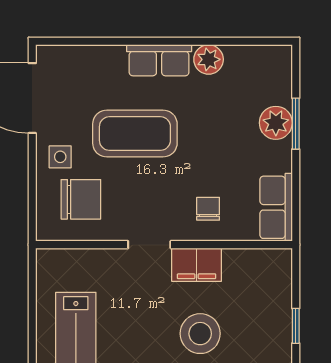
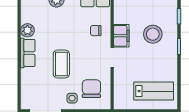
coffee table: (135, 134) -> (61, 64), width x0.73, depth x0.76

